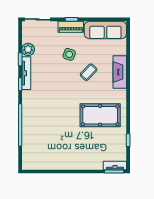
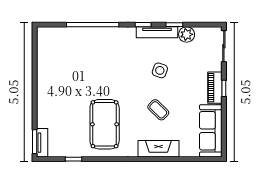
side table: (69, 54) -> (160, 70), moved

